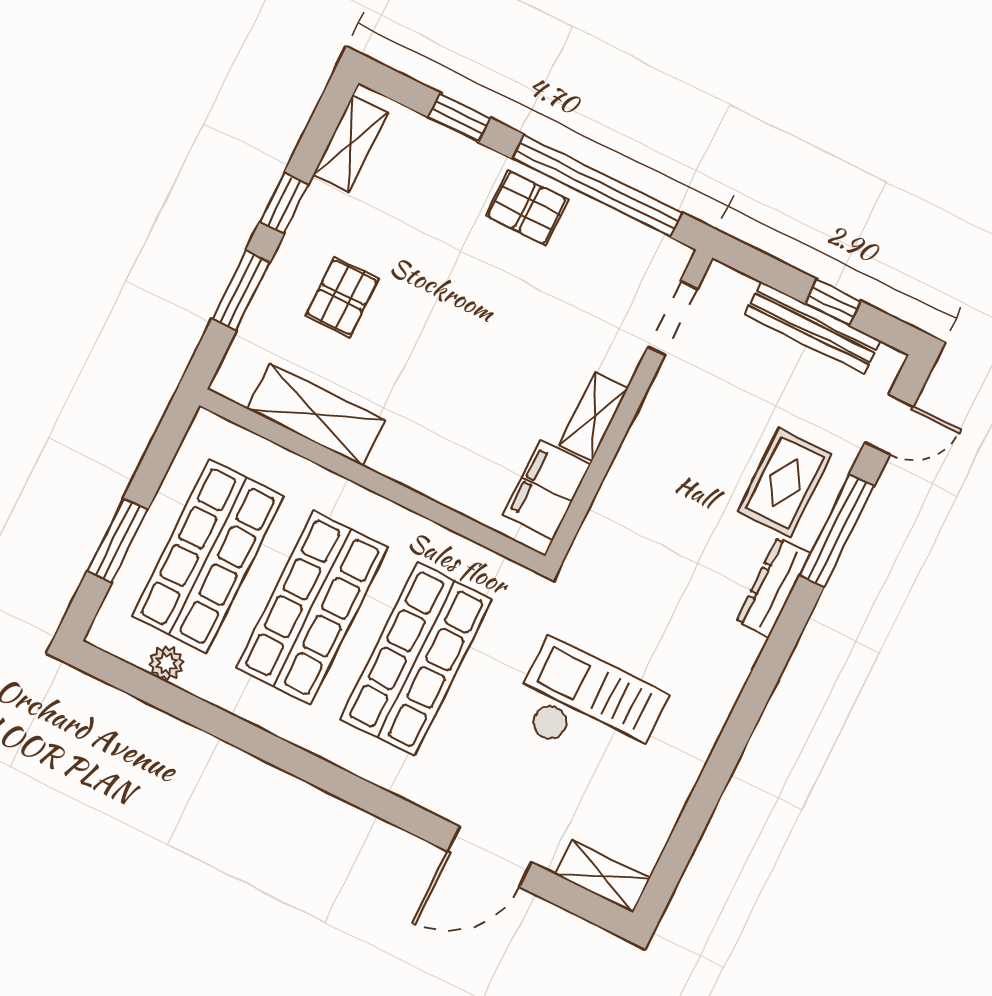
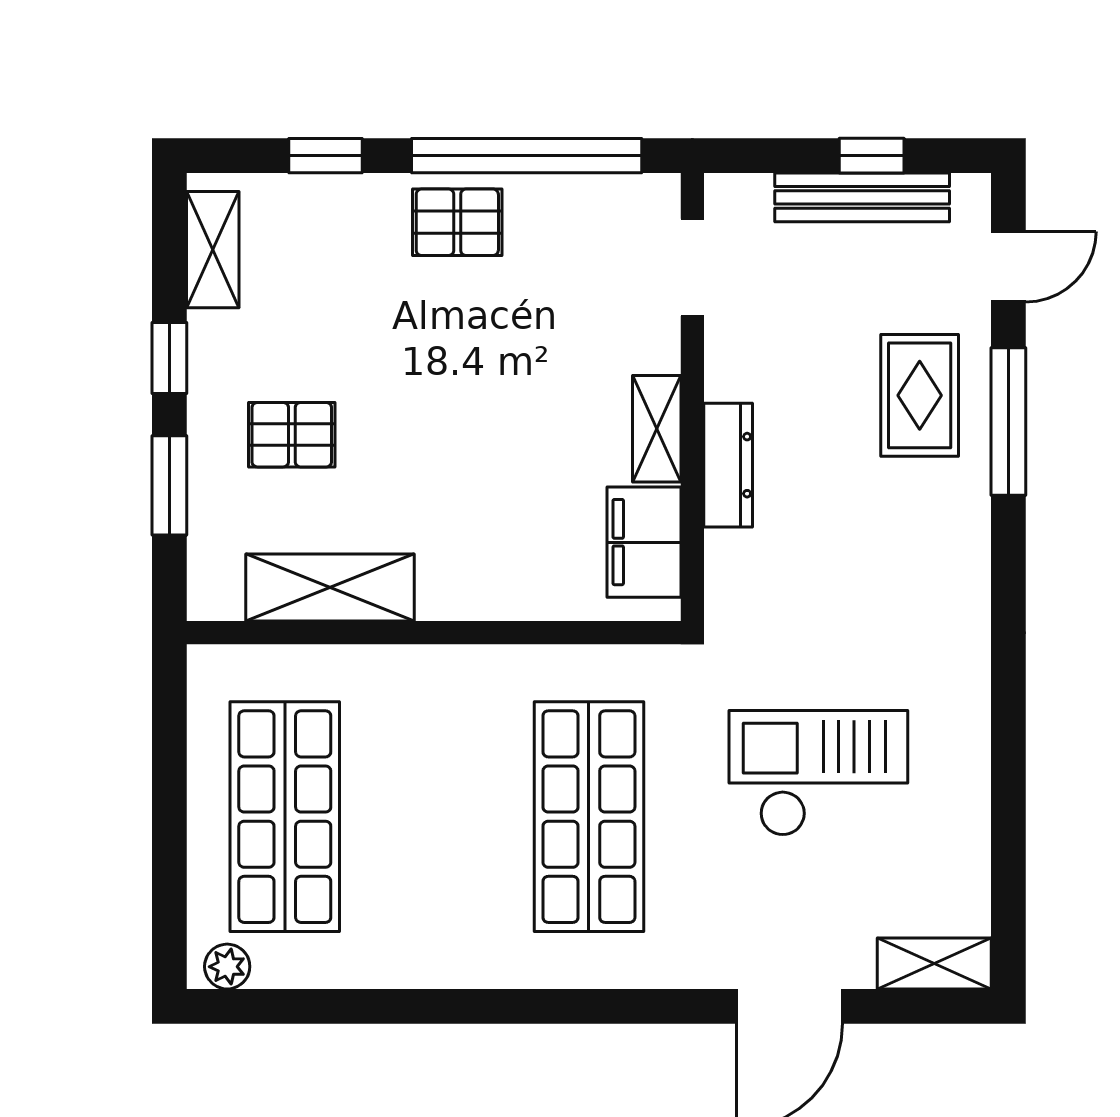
pallet: (342, 297) -> (292, 435), turned 90
window: (117, 540) -> (169, 851), removed
dresser: (773, 587) -> (728, 465), moved, turned 180
shop shelf: (312, 608) -> (437, 817), removed
plant: (166, 663) -> (227, 967), moved

